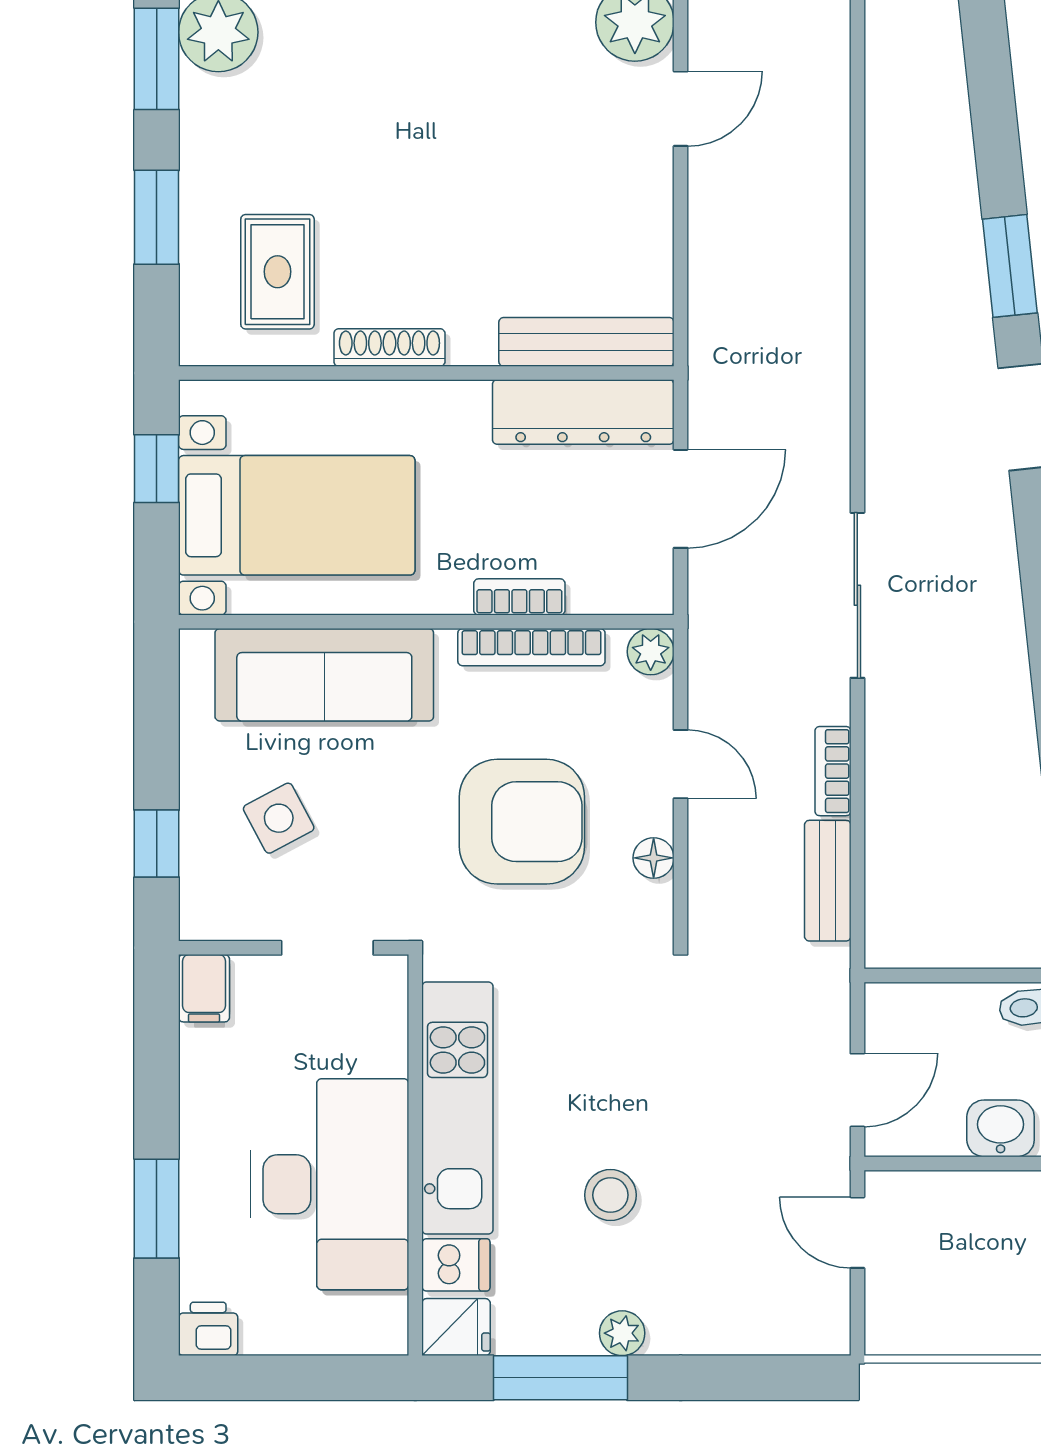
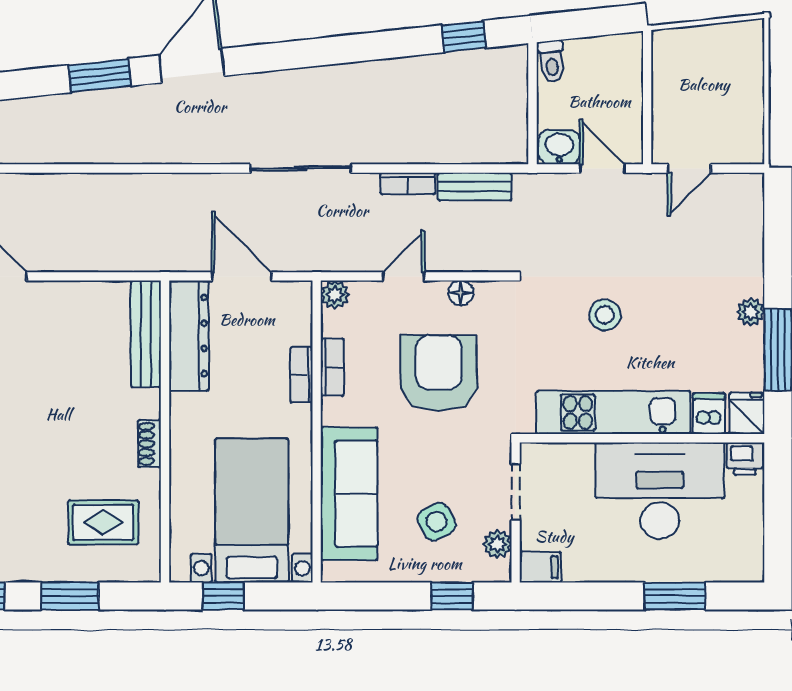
shoe rack: (389, 348) -> (149, 444), width x0.70
bookcase: (531, 647) -> (332, 367), width x0.64
plant: (242, 918) -> (497, 544), added
washbasin: (1001, 1128) -> (559, 147), moved, turned 90
stool: (610, 1195) -> (605, 315), moved
printer: (208, 1329) -> (745, 459), moved, turned -90

